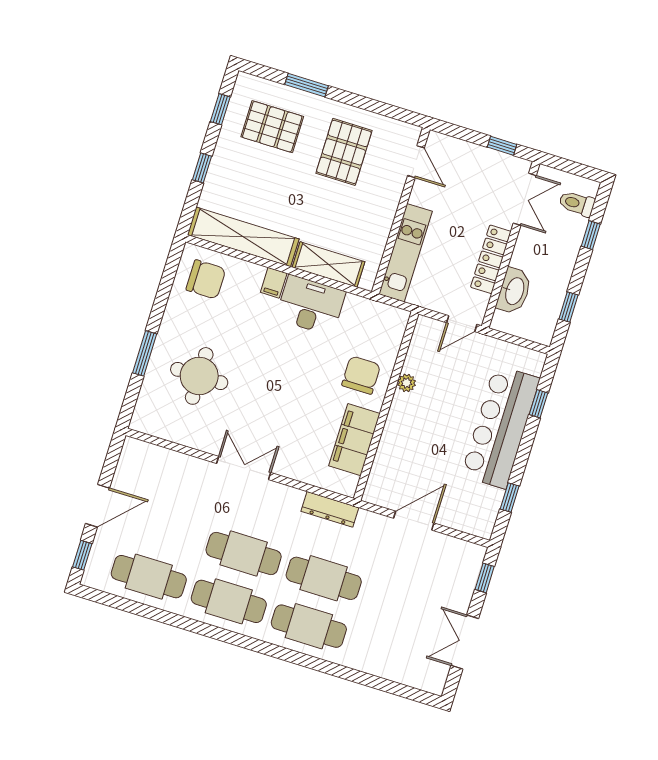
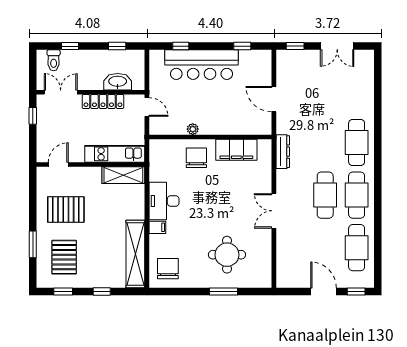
shelving: (329, 265) -> (123, 175), moved, turned 90
chair: (361, 375) -> (196, 158), turned 90
cafe table: (324, 578) -> (325, 143), removed

